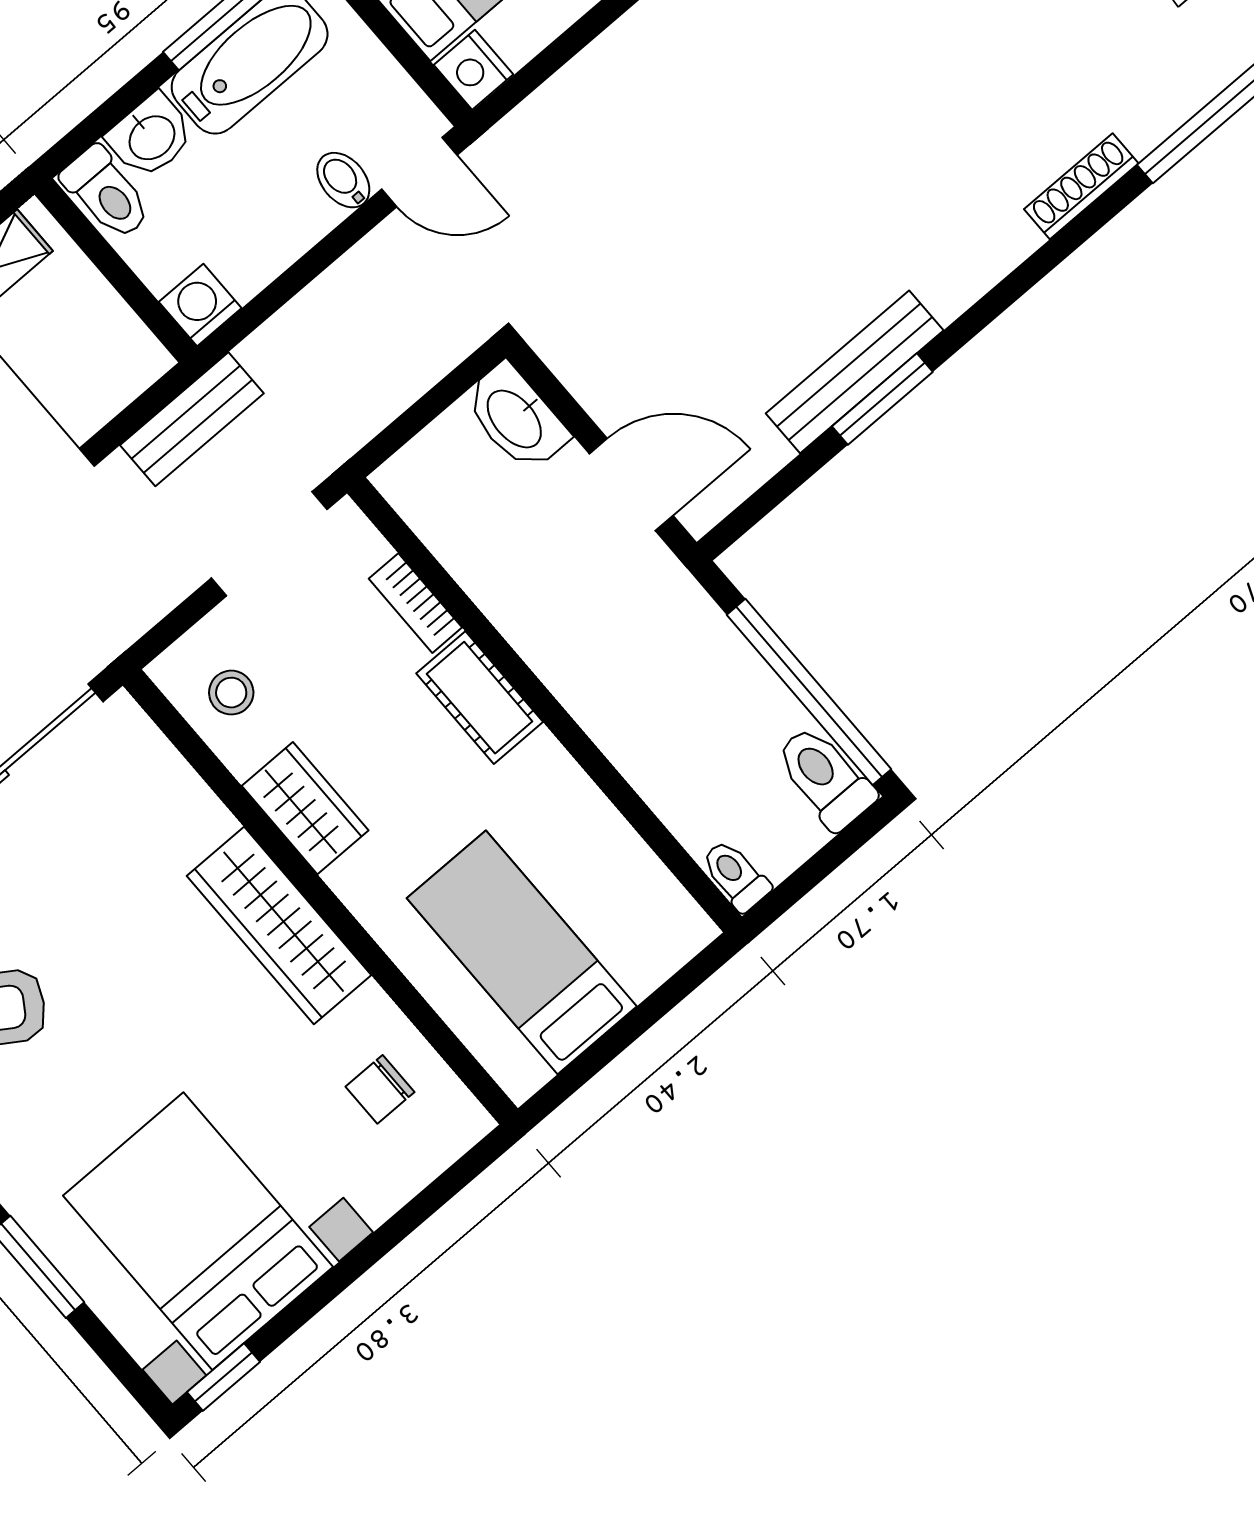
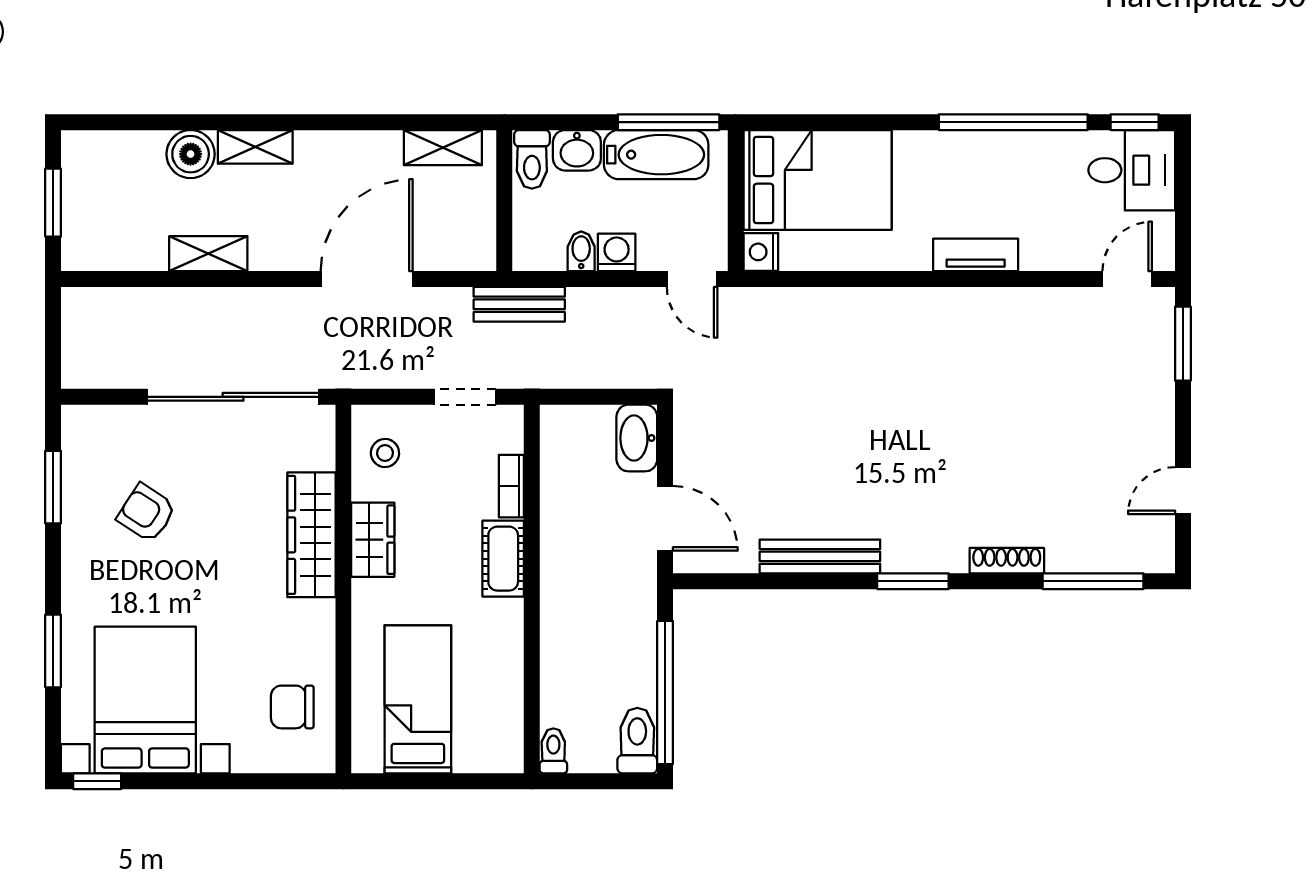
bidet: (343, 180) -> (581, 251), moved
washing machine: (200, 305) -> (617, 252), moved
window: (882, 399) -> (913, 581), moved
bench: (192, 419) -> (519, 304), moved
doorway: (269, 544) -> (465, 397), width x0.73
wardrobe: (279, 926) -> (311, 535), moved
chair: (380, 1089) -> (292, 707), width x1.37, depth x1.37

